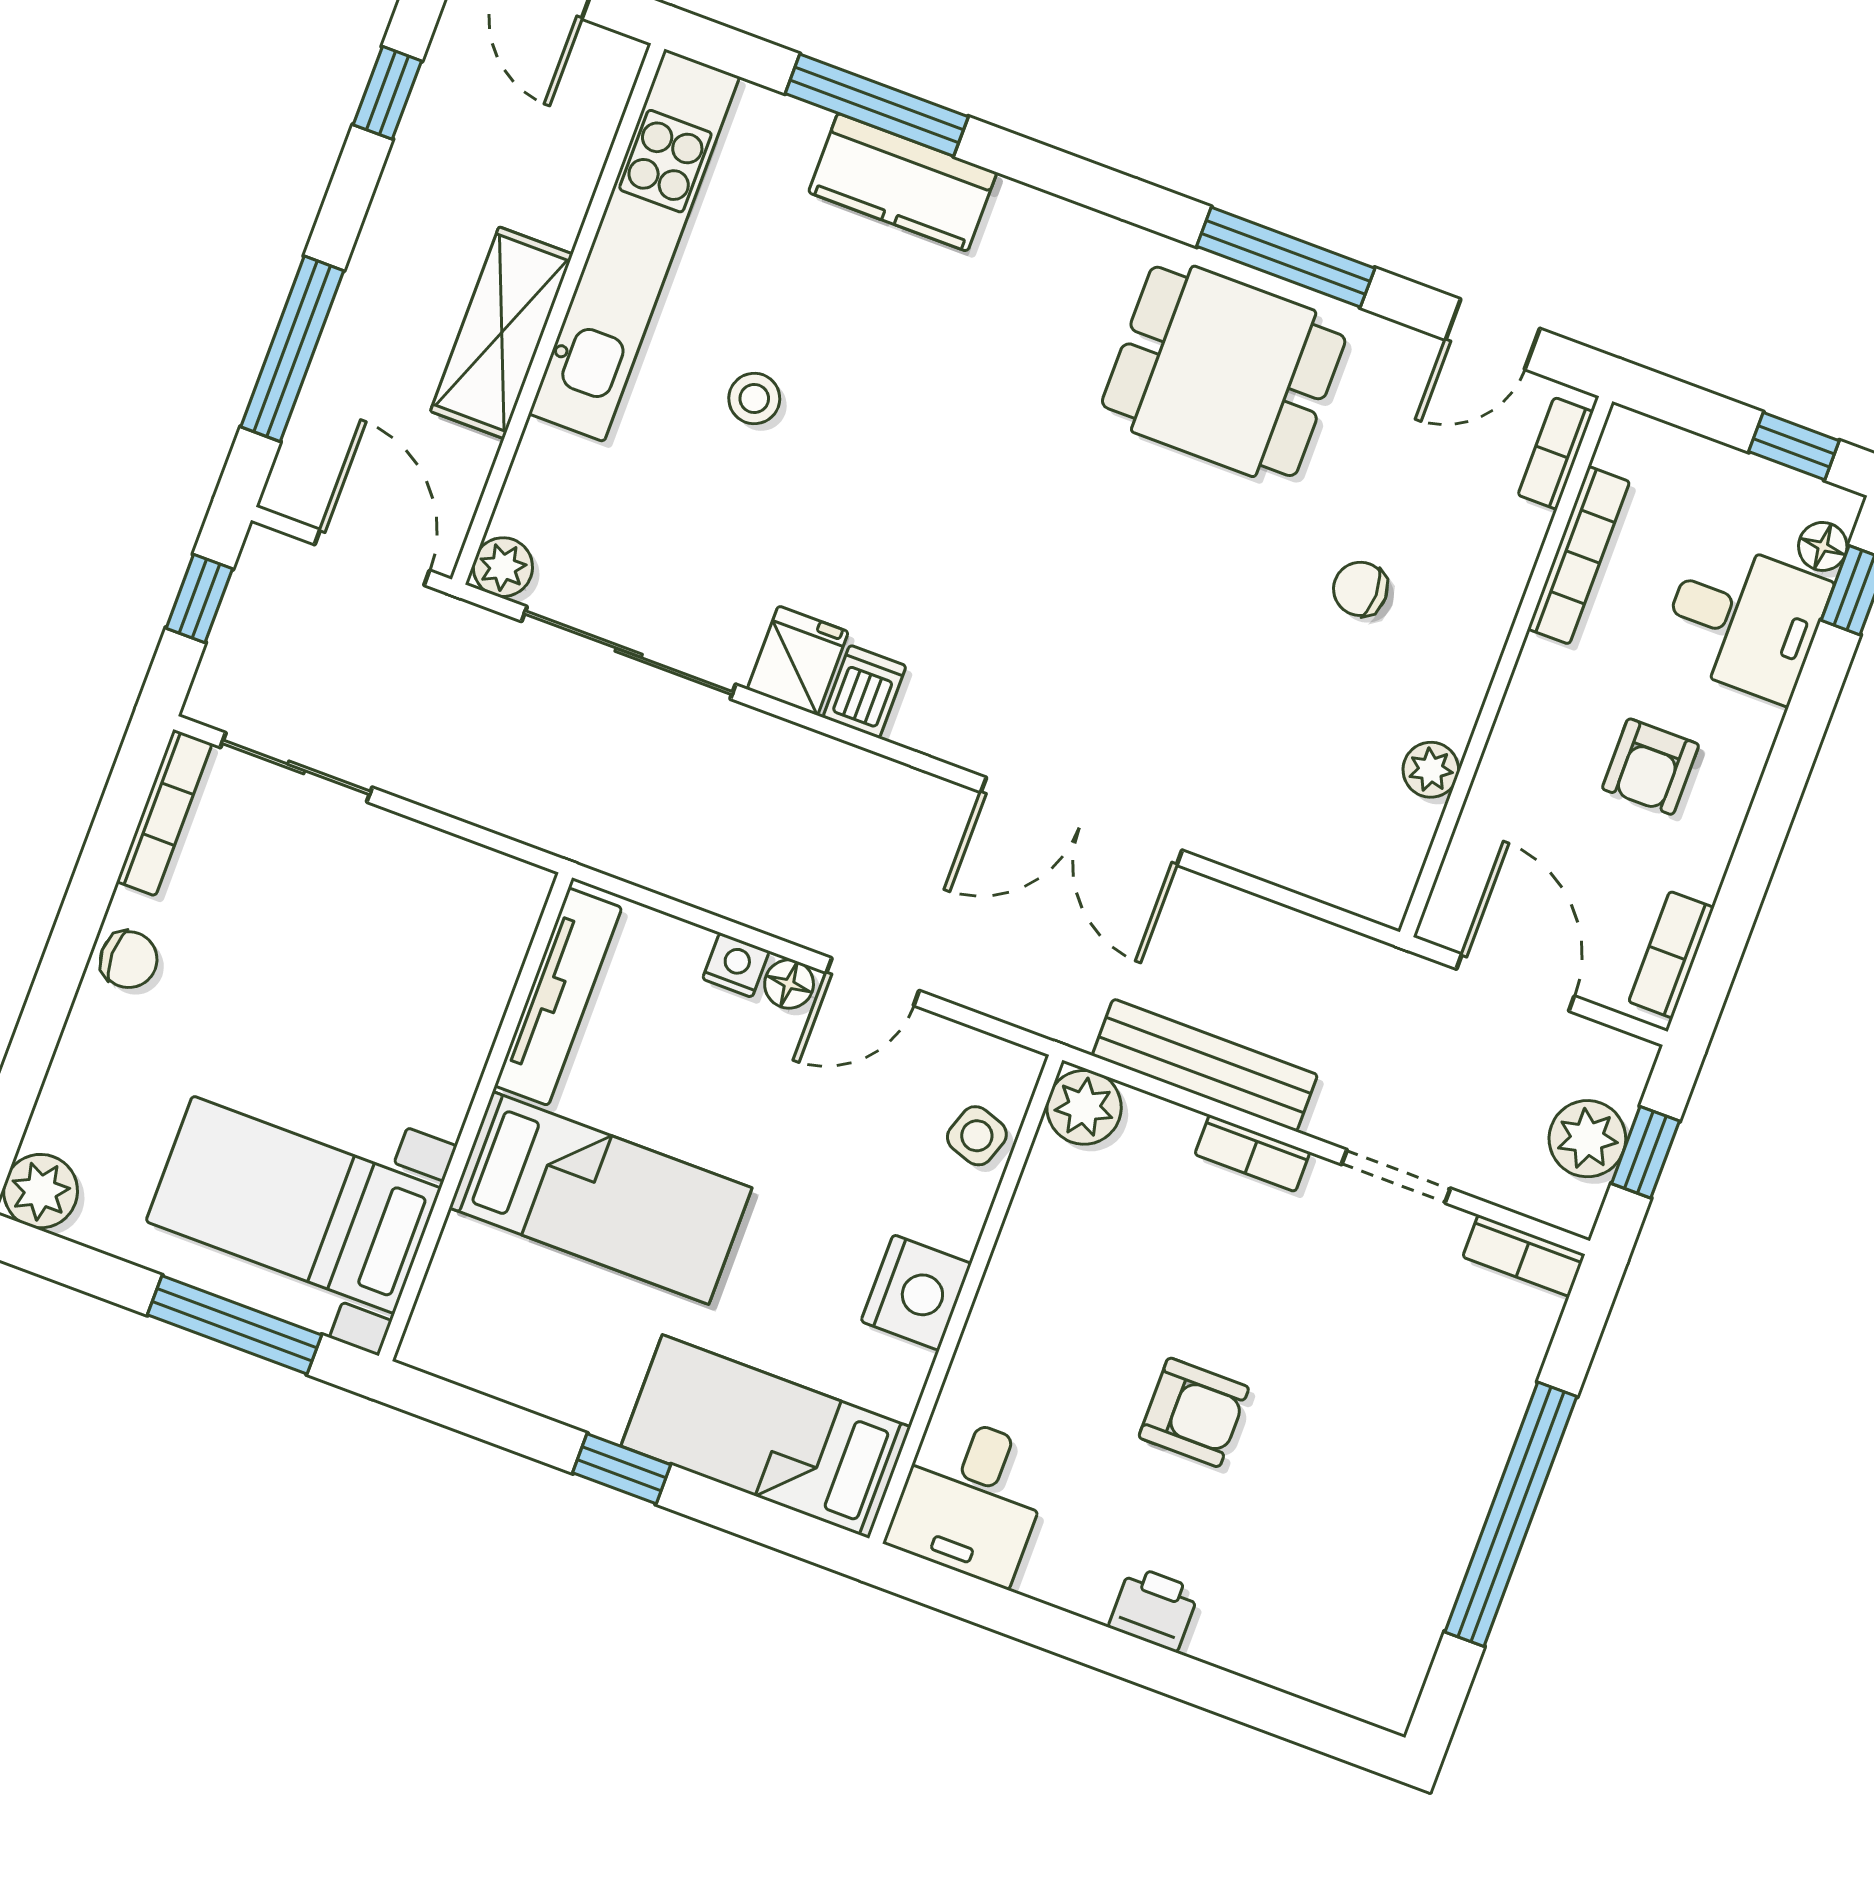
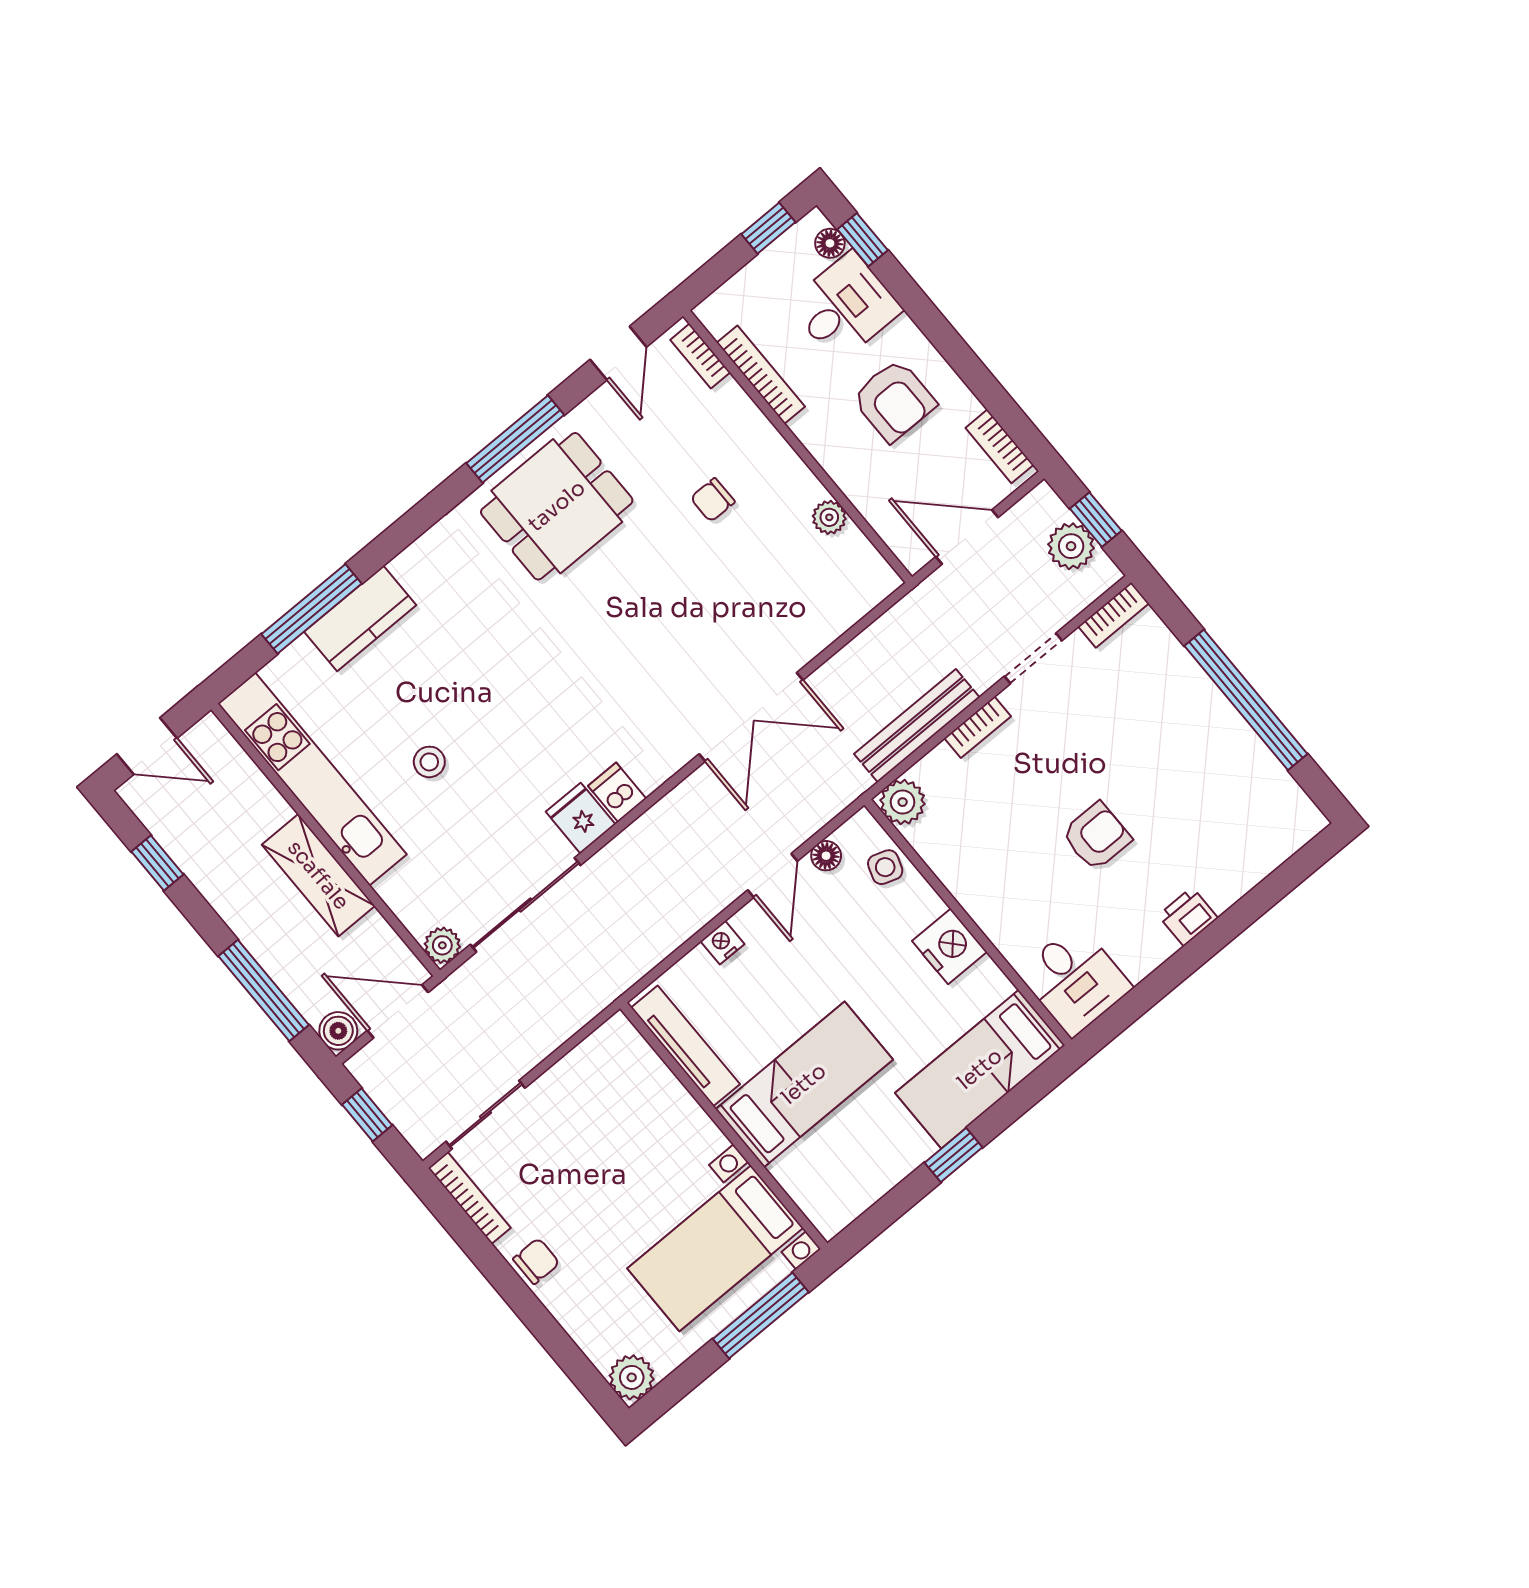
boiler: (296, 488) -> (338, 1031), added
armchair: (1650, 767) -> (894, 401), width x1.38, depth x1.38
floor lamp: (789, 984) -> (826, 856), moved

